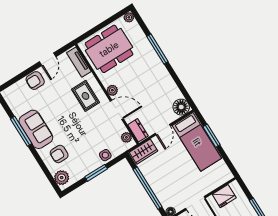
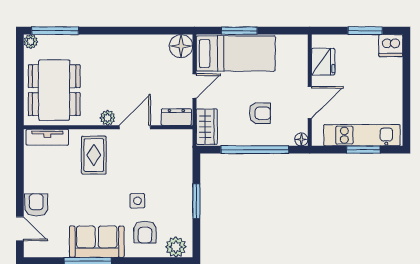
window: (157, 49) -> (55, 31), moved
door: (48, 59) -> (20, 229), moved
armchair: (35, 80) -> (36, 205), turned 180
rug: (85, 96) -> (94, 155), turned 90
door: (163, 130) -> (195, 86), hinge flipped
plant: (126, 137) -> (176, 137), removed
side table: (105, 155) -> (137, 201), moved
armchair: (171, 178) -> (260, 113), added

